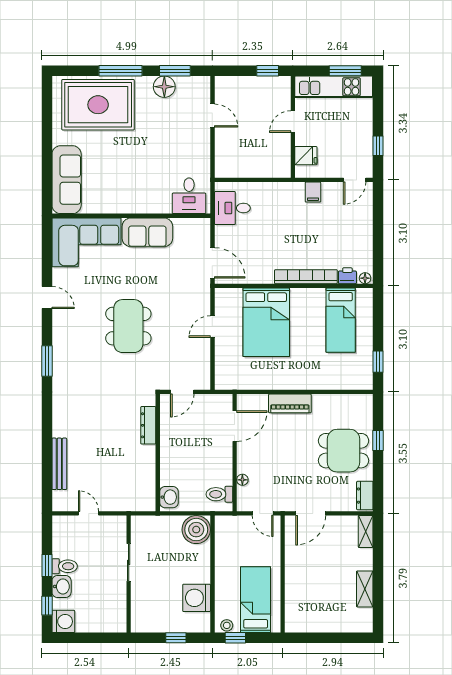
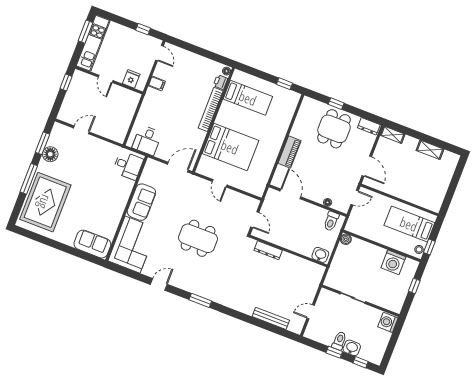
sofa: (67, 180) -> (92, 244), width x0.73
boiler: (196, 530) -> (346, 239), width x0.54, depth x0.54
washing machine: (63, 621) -> (388, 322), moved, turned -90

